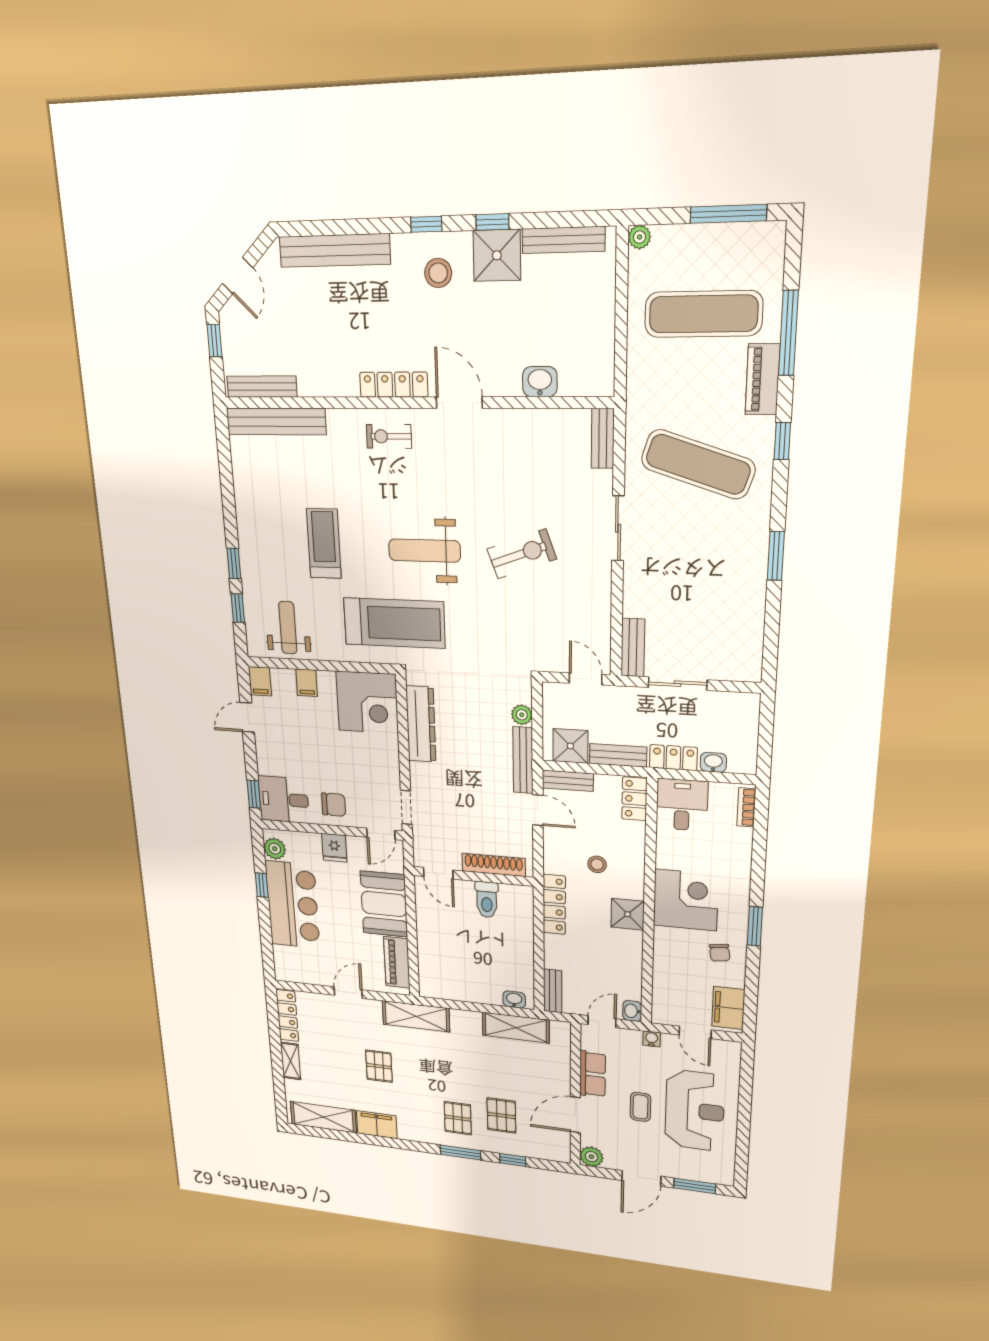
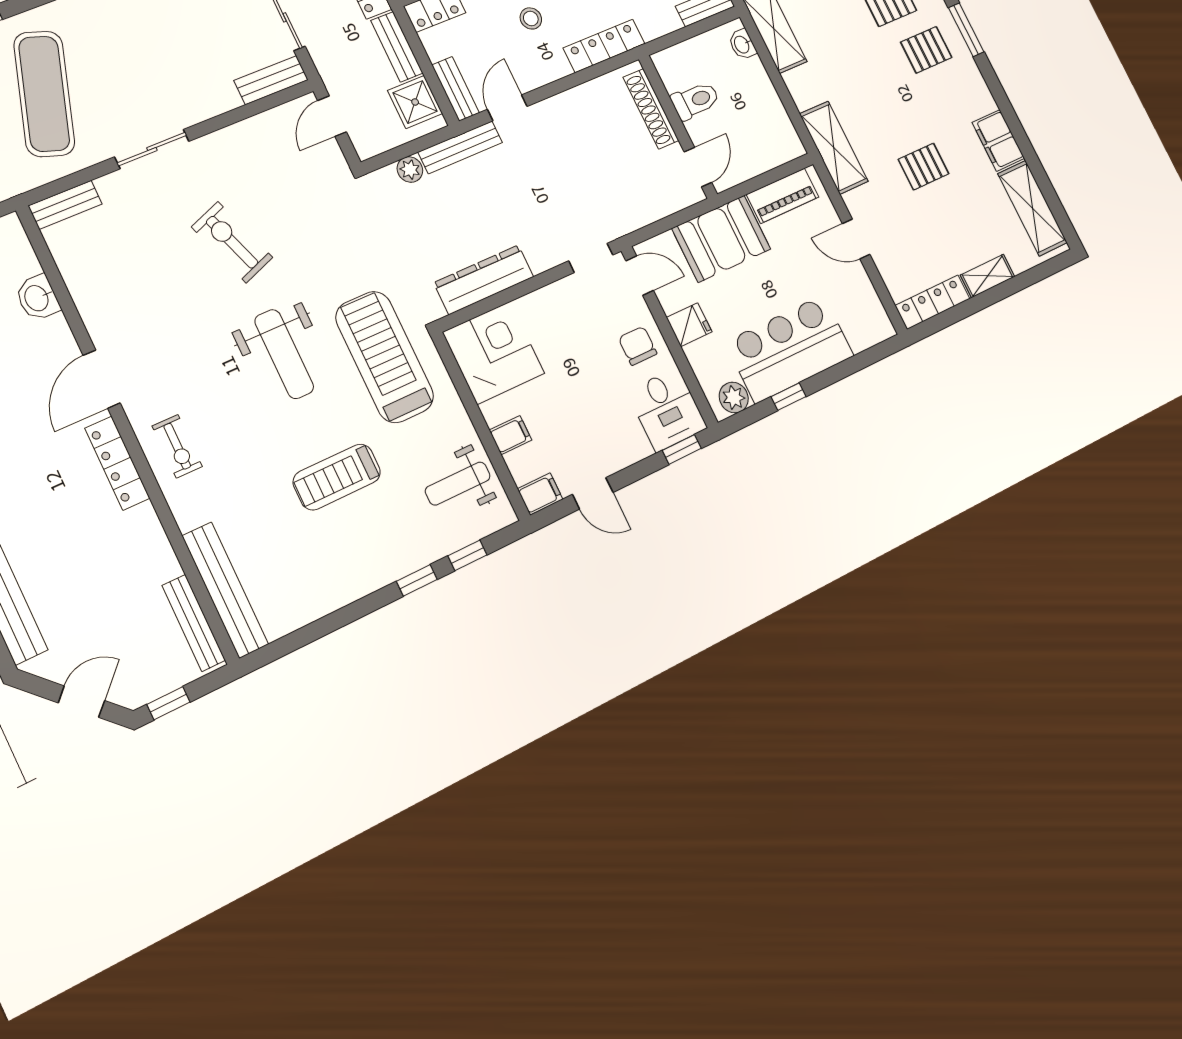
shoe rack: (494, 865) -> (651, 109), moved
door: (438, 873) -> (698, 167), moved
wall: (473, 876) -> (678, 127), moved
toilet: (487, 900) -> (695, 100), moved

